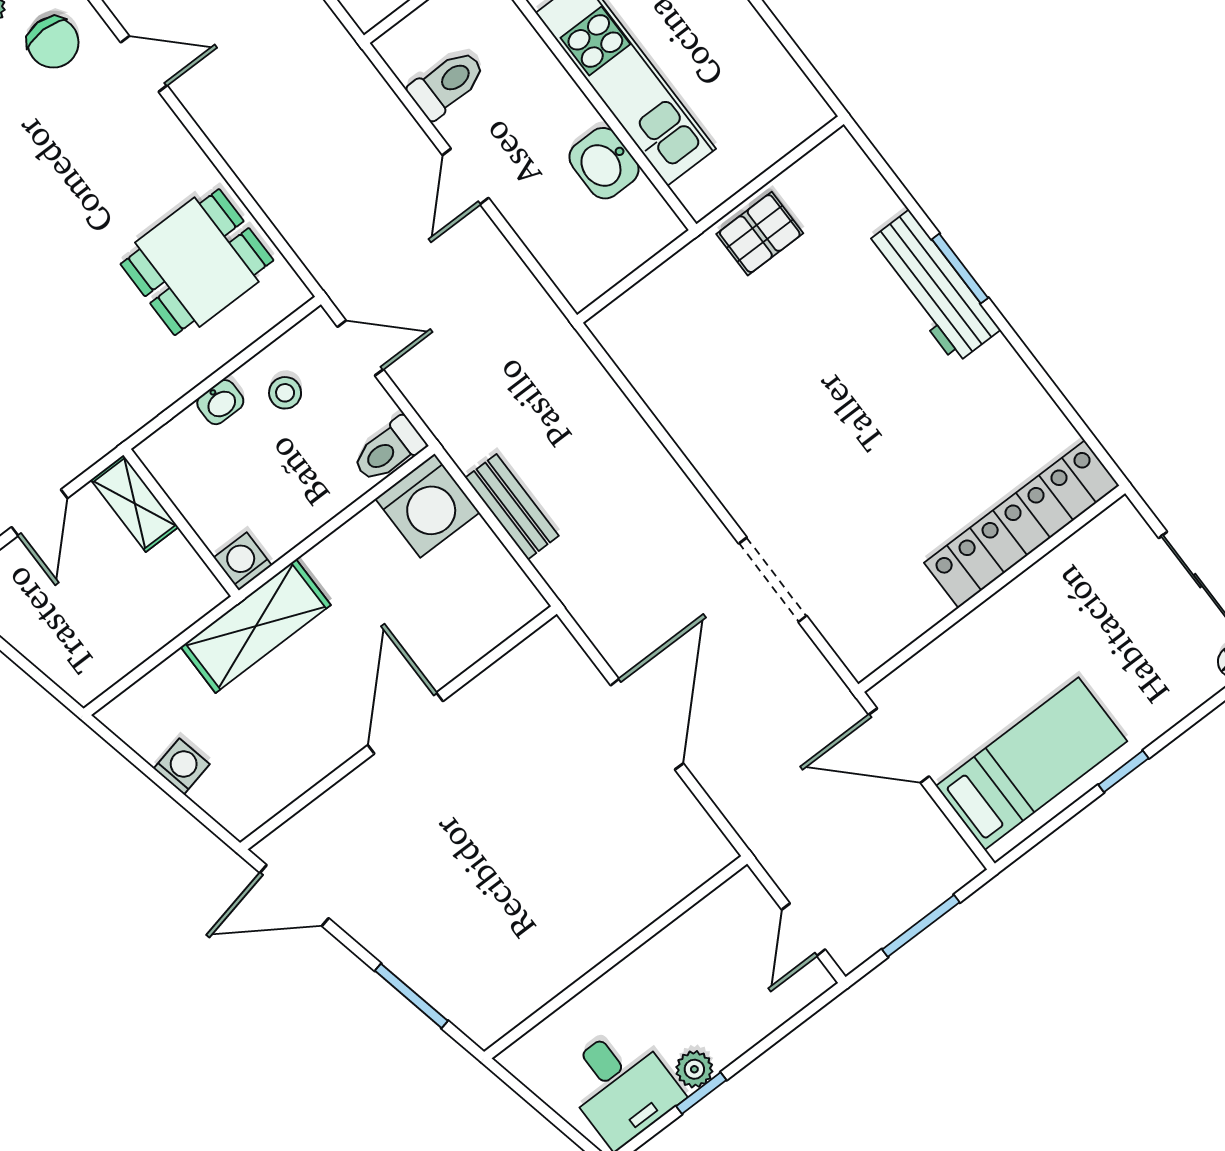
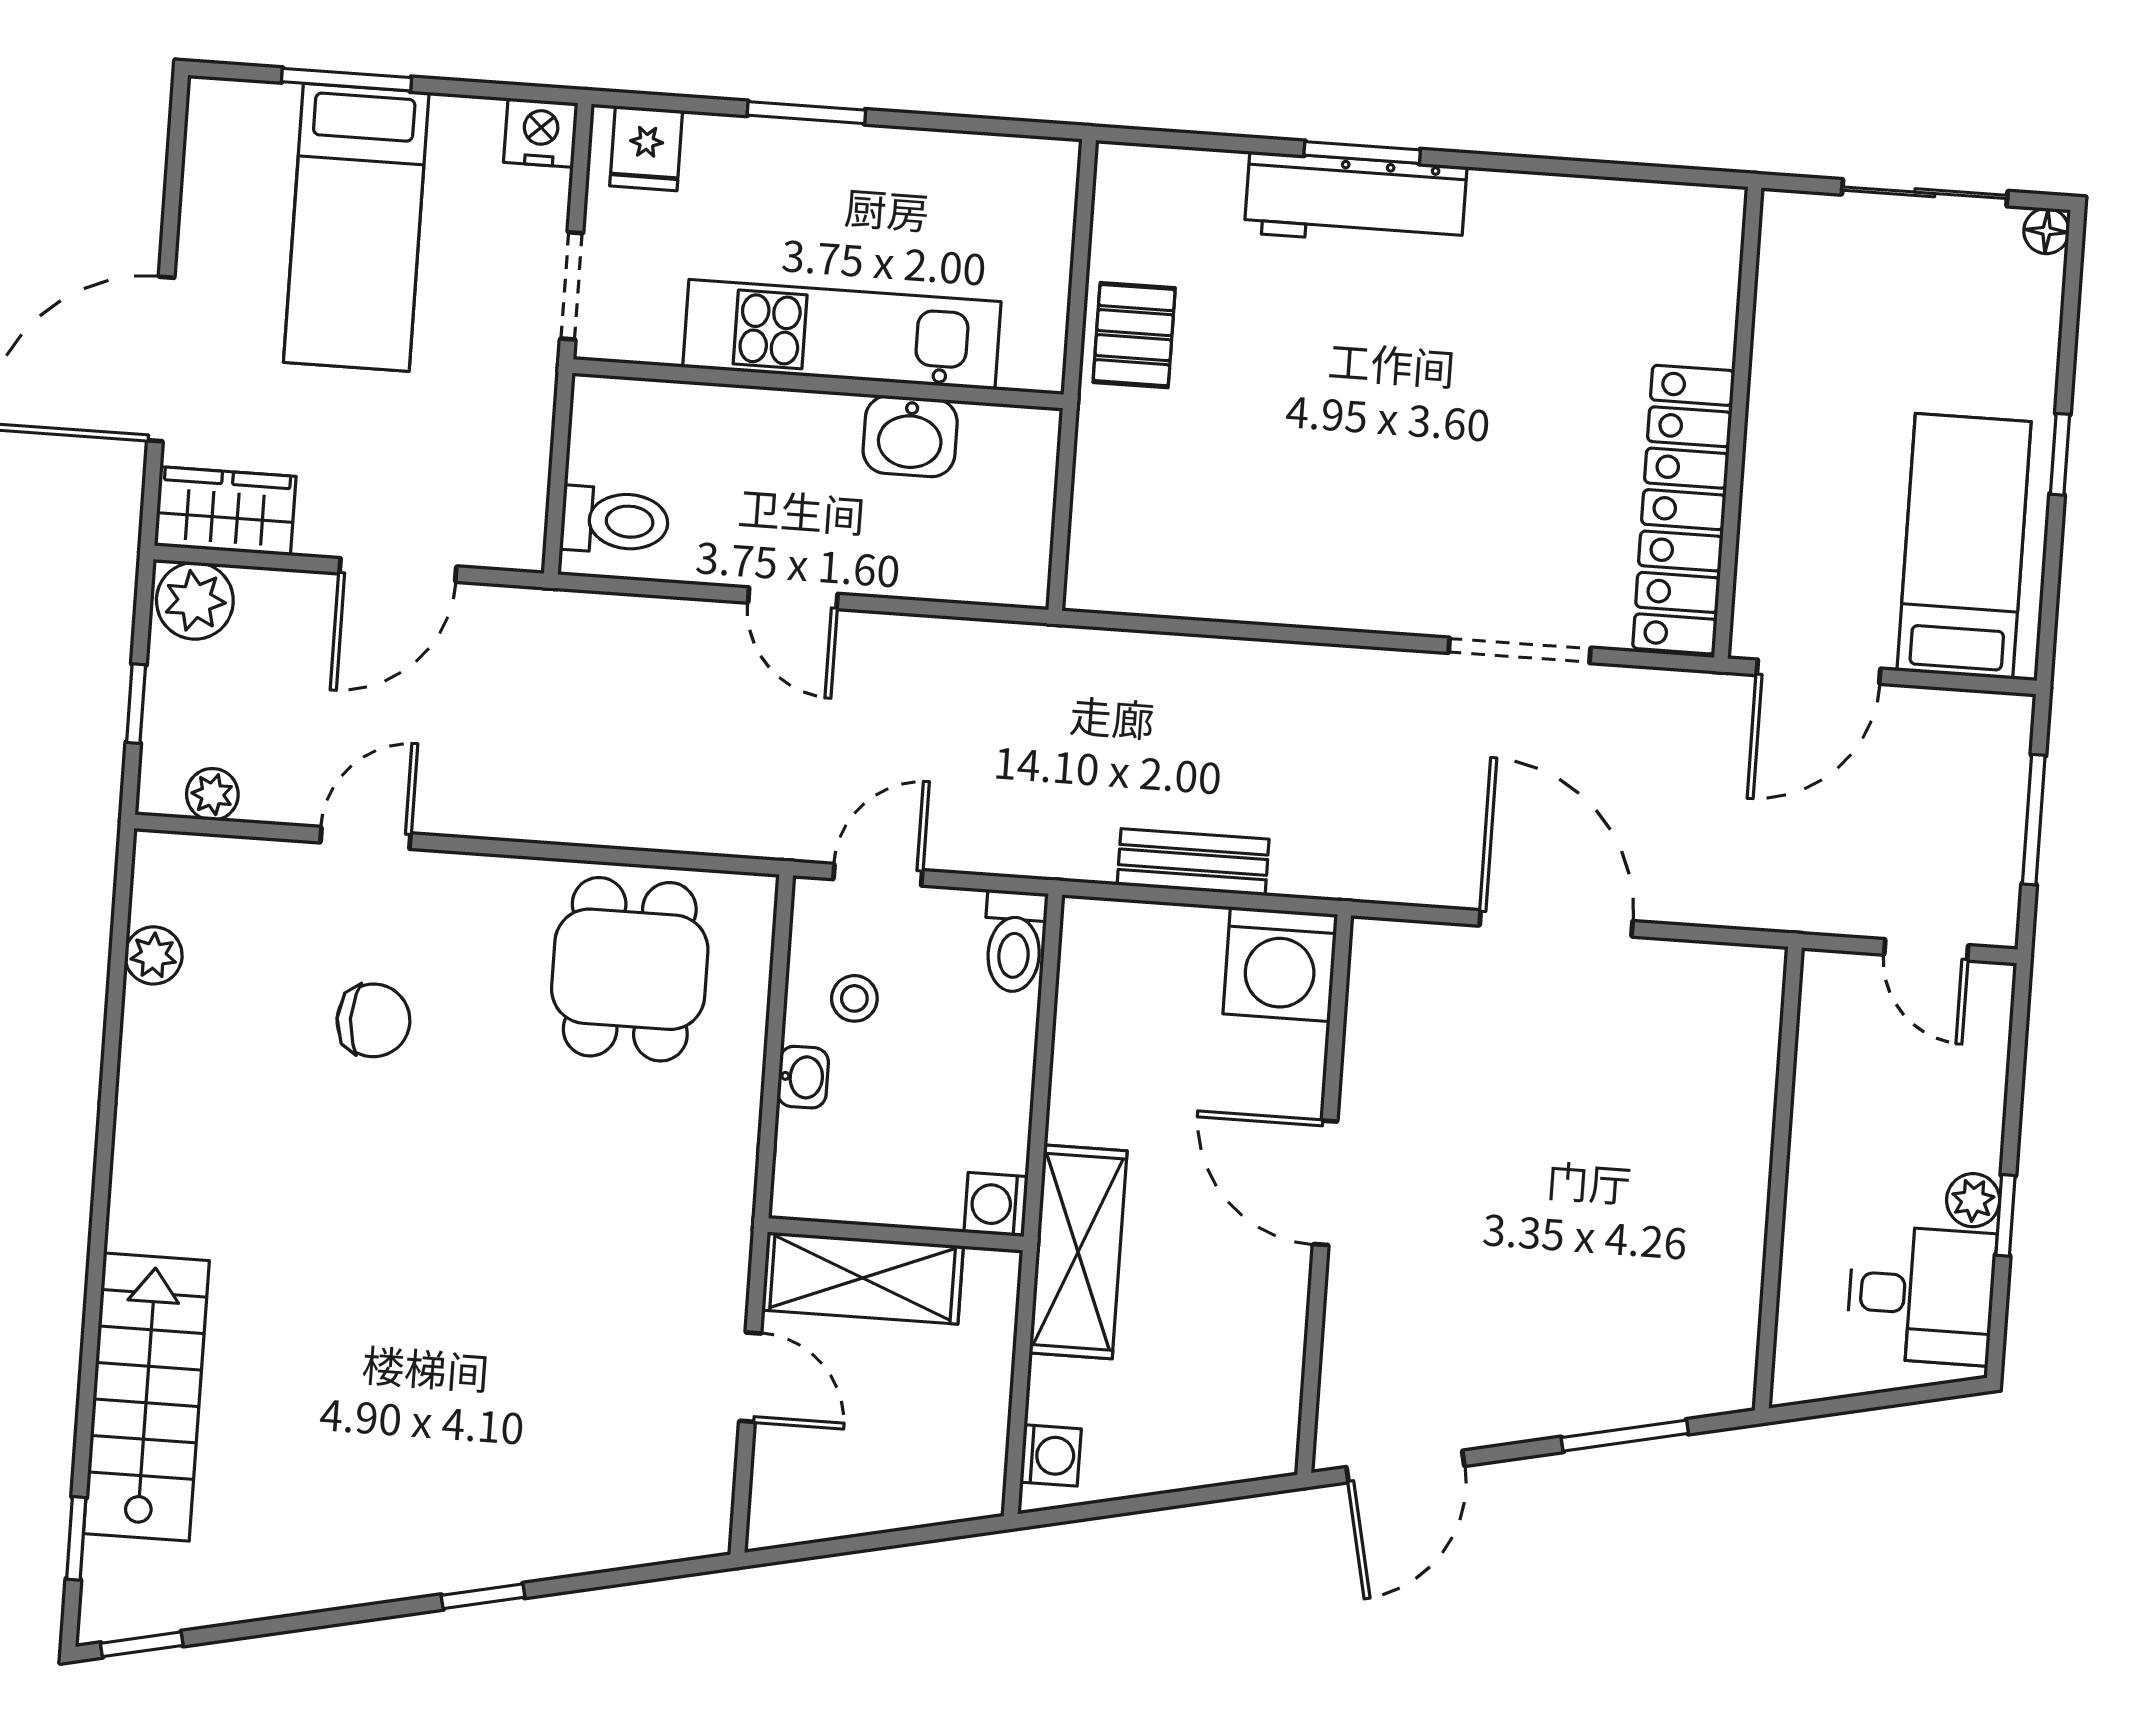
chair: (53, 42) -> (373, 1020), moved
toilet: (447, 84) -> (615, 521), moved, turned 90
shelving: (135, 503) -> (863, 1278), width x1.50, depth x1.33
washing machine: (428, 506) -> (1280, 964), moved, turned 90
locker: (1022, 524) -> (1684, 510), moved
washing machine: (182, 766) -> (1051, 1455), moved, turned 102

